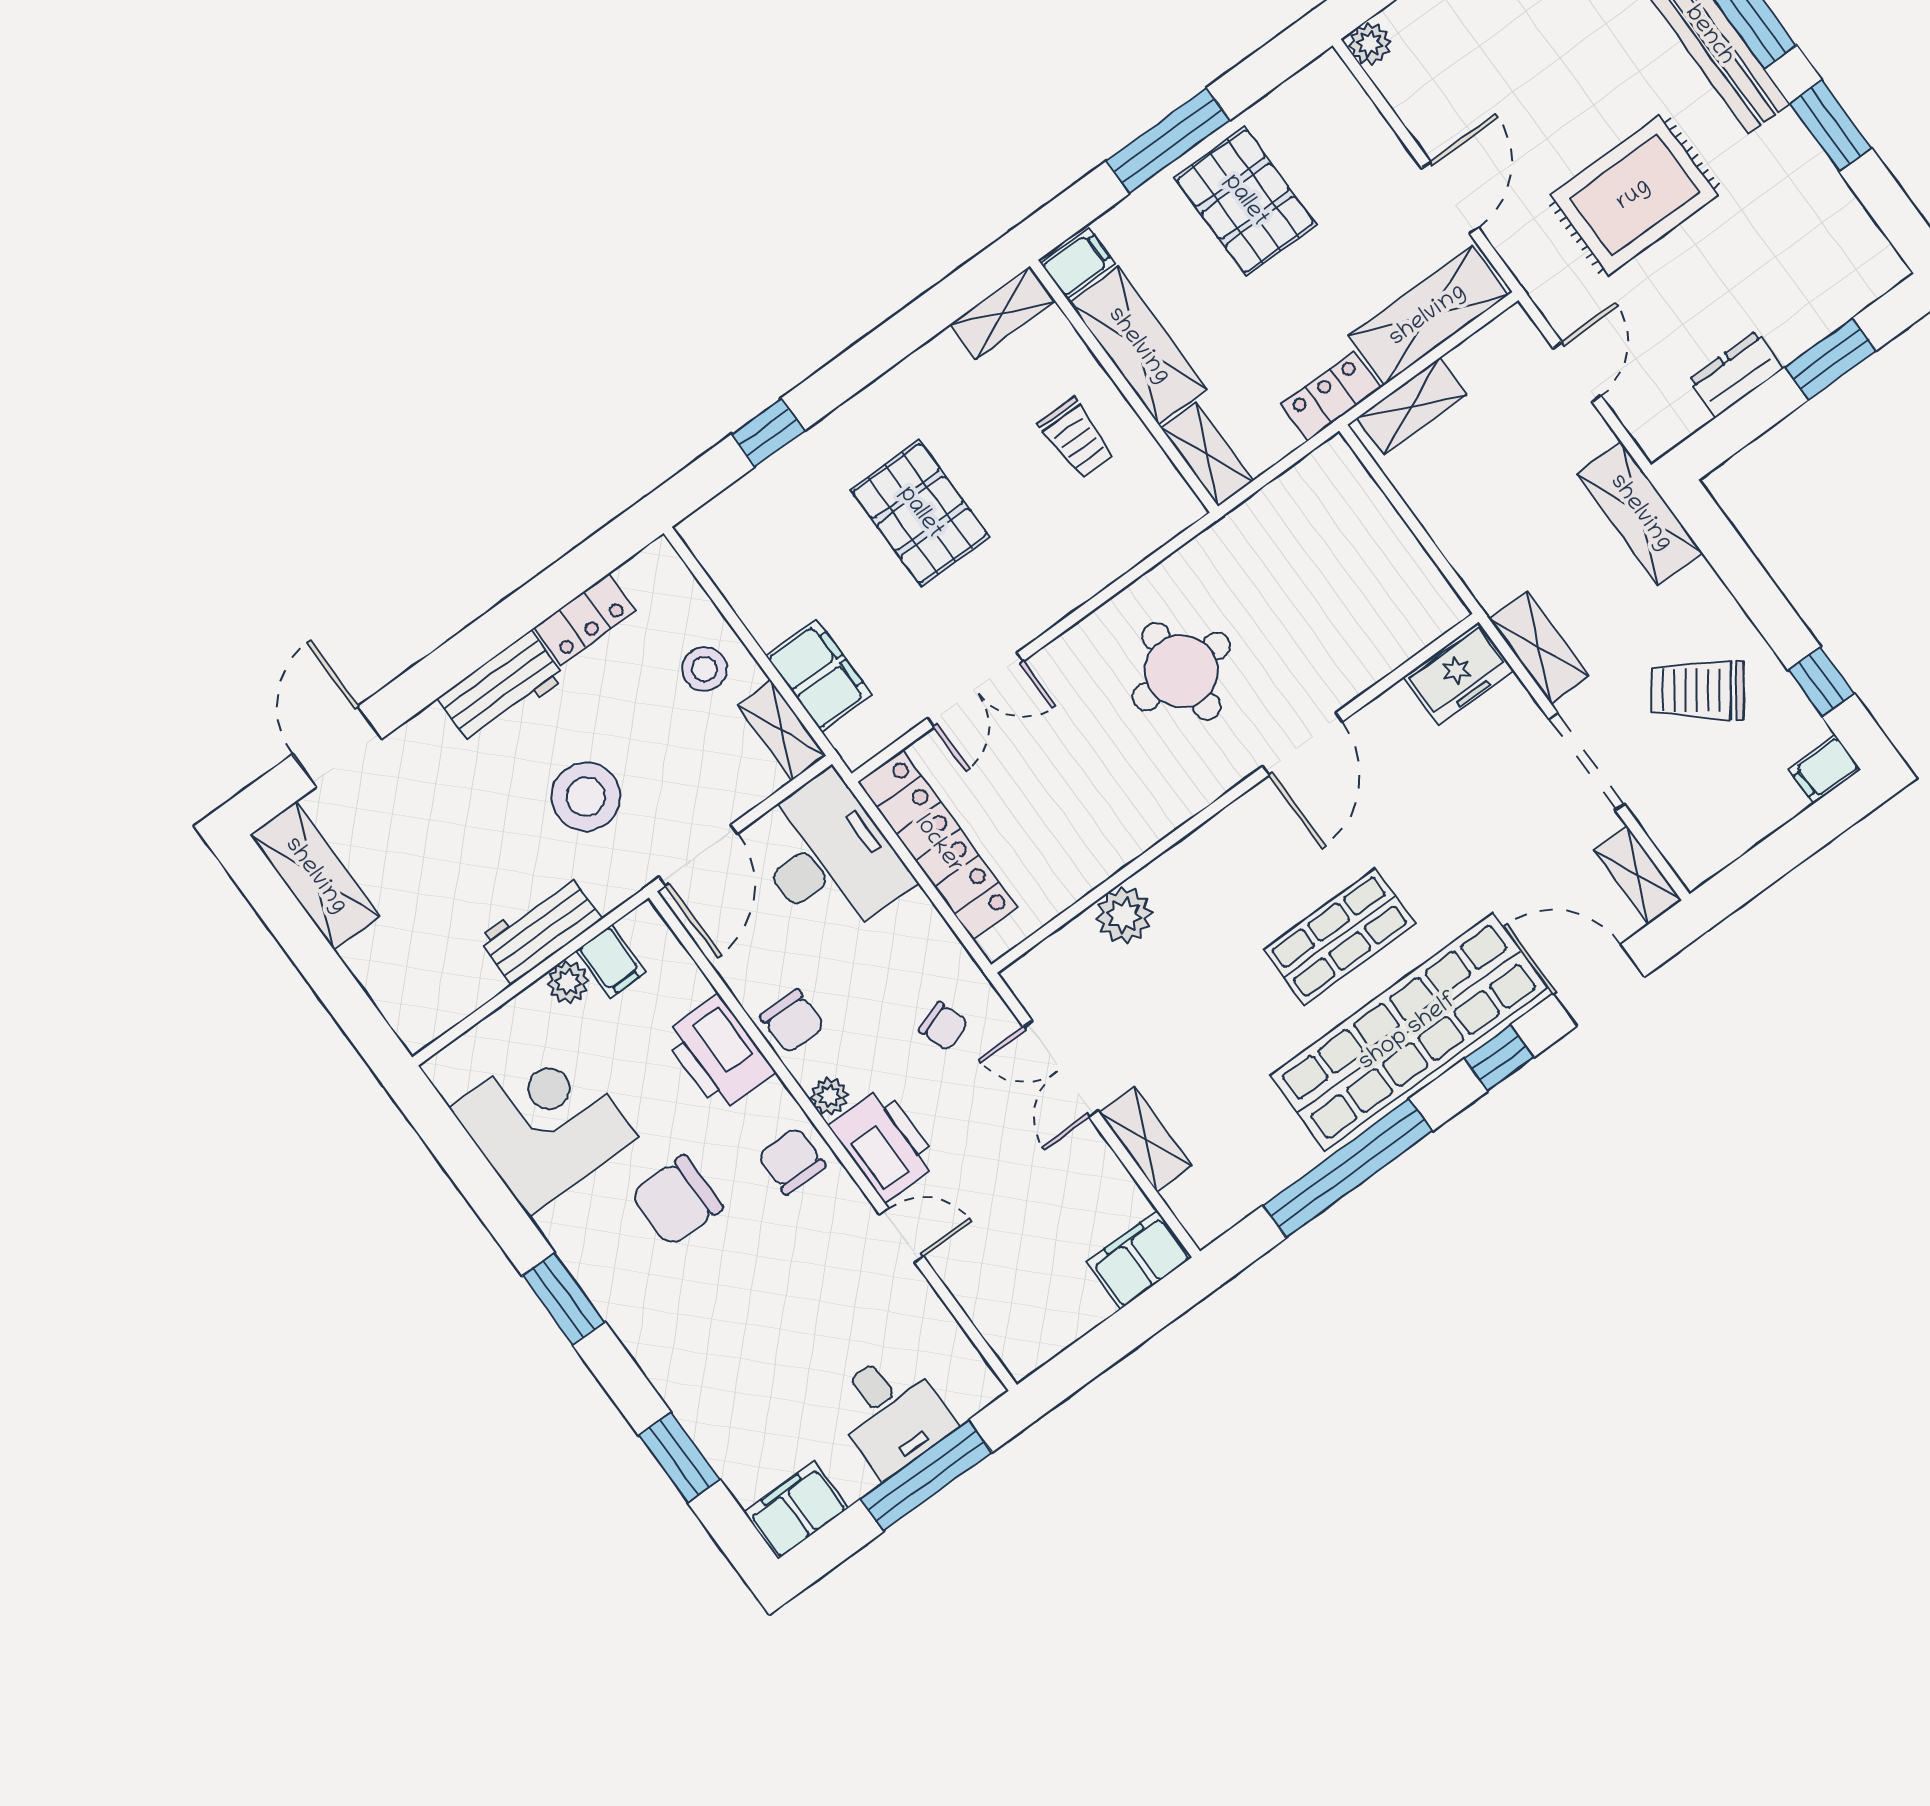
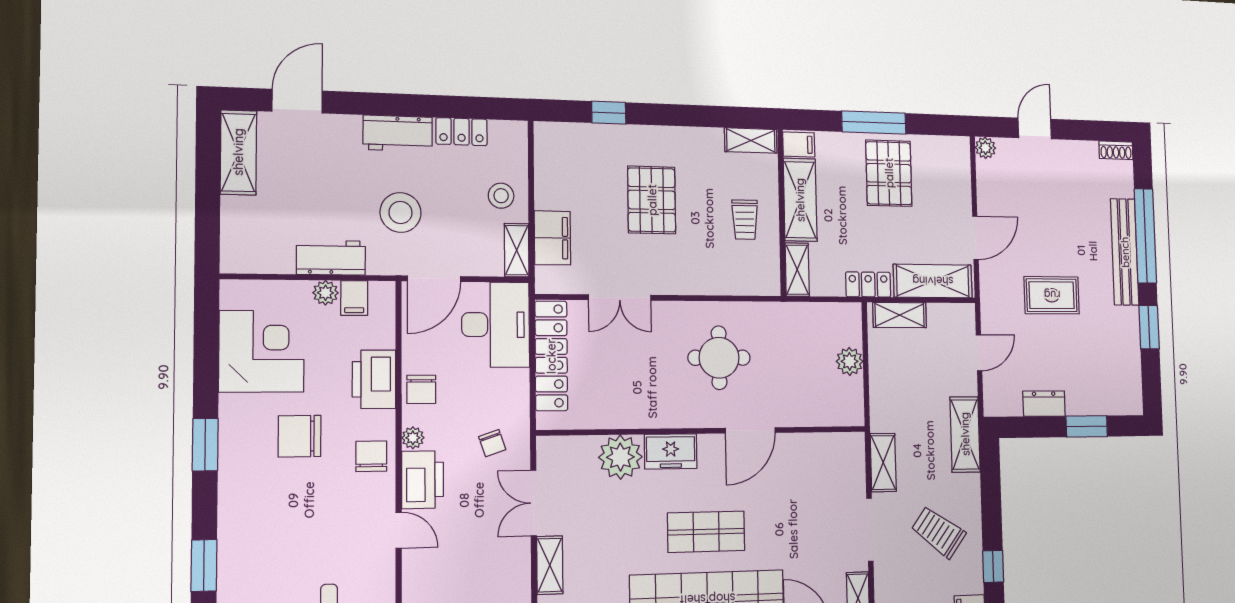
rug: (1634, 195) -> (1052, 295), width x0.73, depth x0.70
plant: (1382, 533) -> (850, 361), added
freezer: (1459, 674) -> (671, 451), moved
plant: (1124, 915) -> (620, 457), width x1.36, depth x1.36

